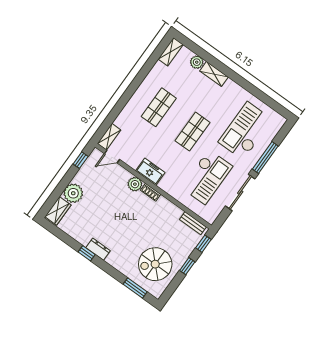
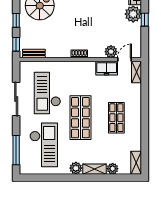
plant: (231, 87) -> (76, 168), added
shop shelf: (193, 132) -> (80, 118), width x1.43, depth x1.36
window: (265, 157) -> (16, 150), moved
window: (81, 160) -> (145, 20), moved
freezer: (150, 172) -> (107, 68), moved
plant: (135, 184) -> (111, 52), moved

